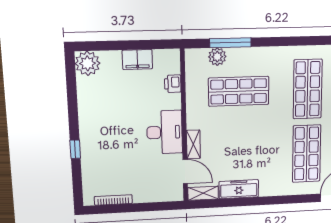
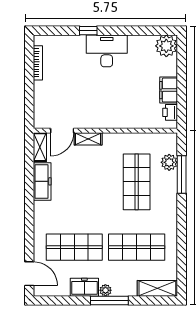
printer: (173, 84) -> (170, 112), moved, turned -90
desk: (165, 132) -> (107, 51), moved, turned 180

